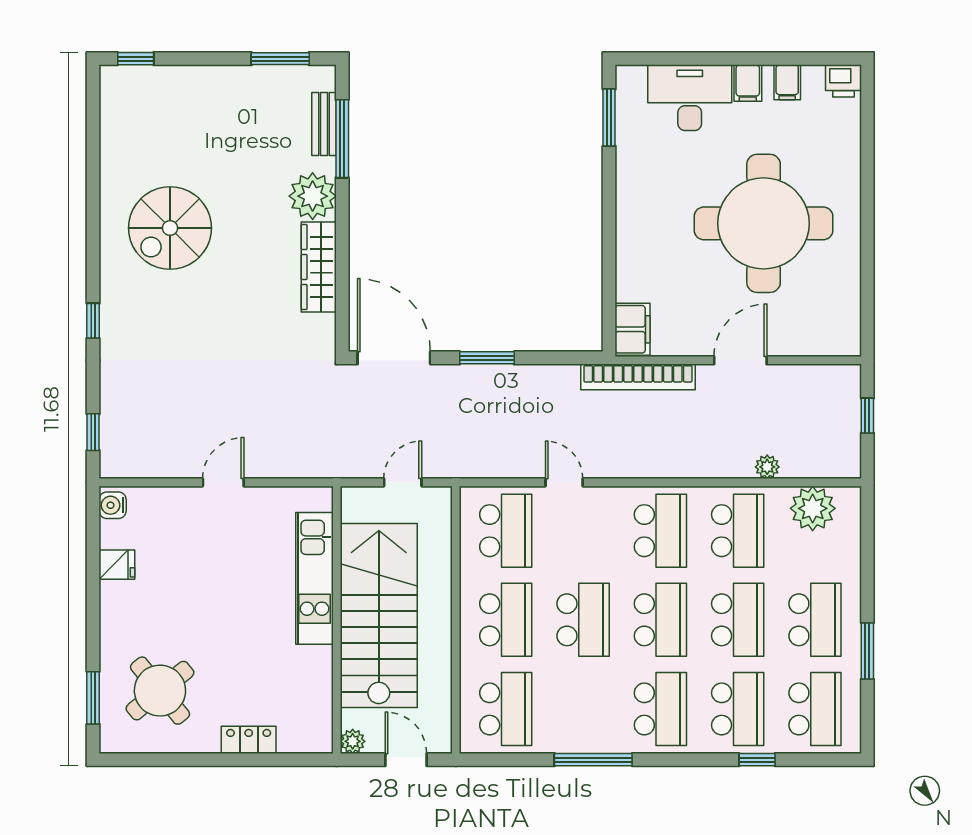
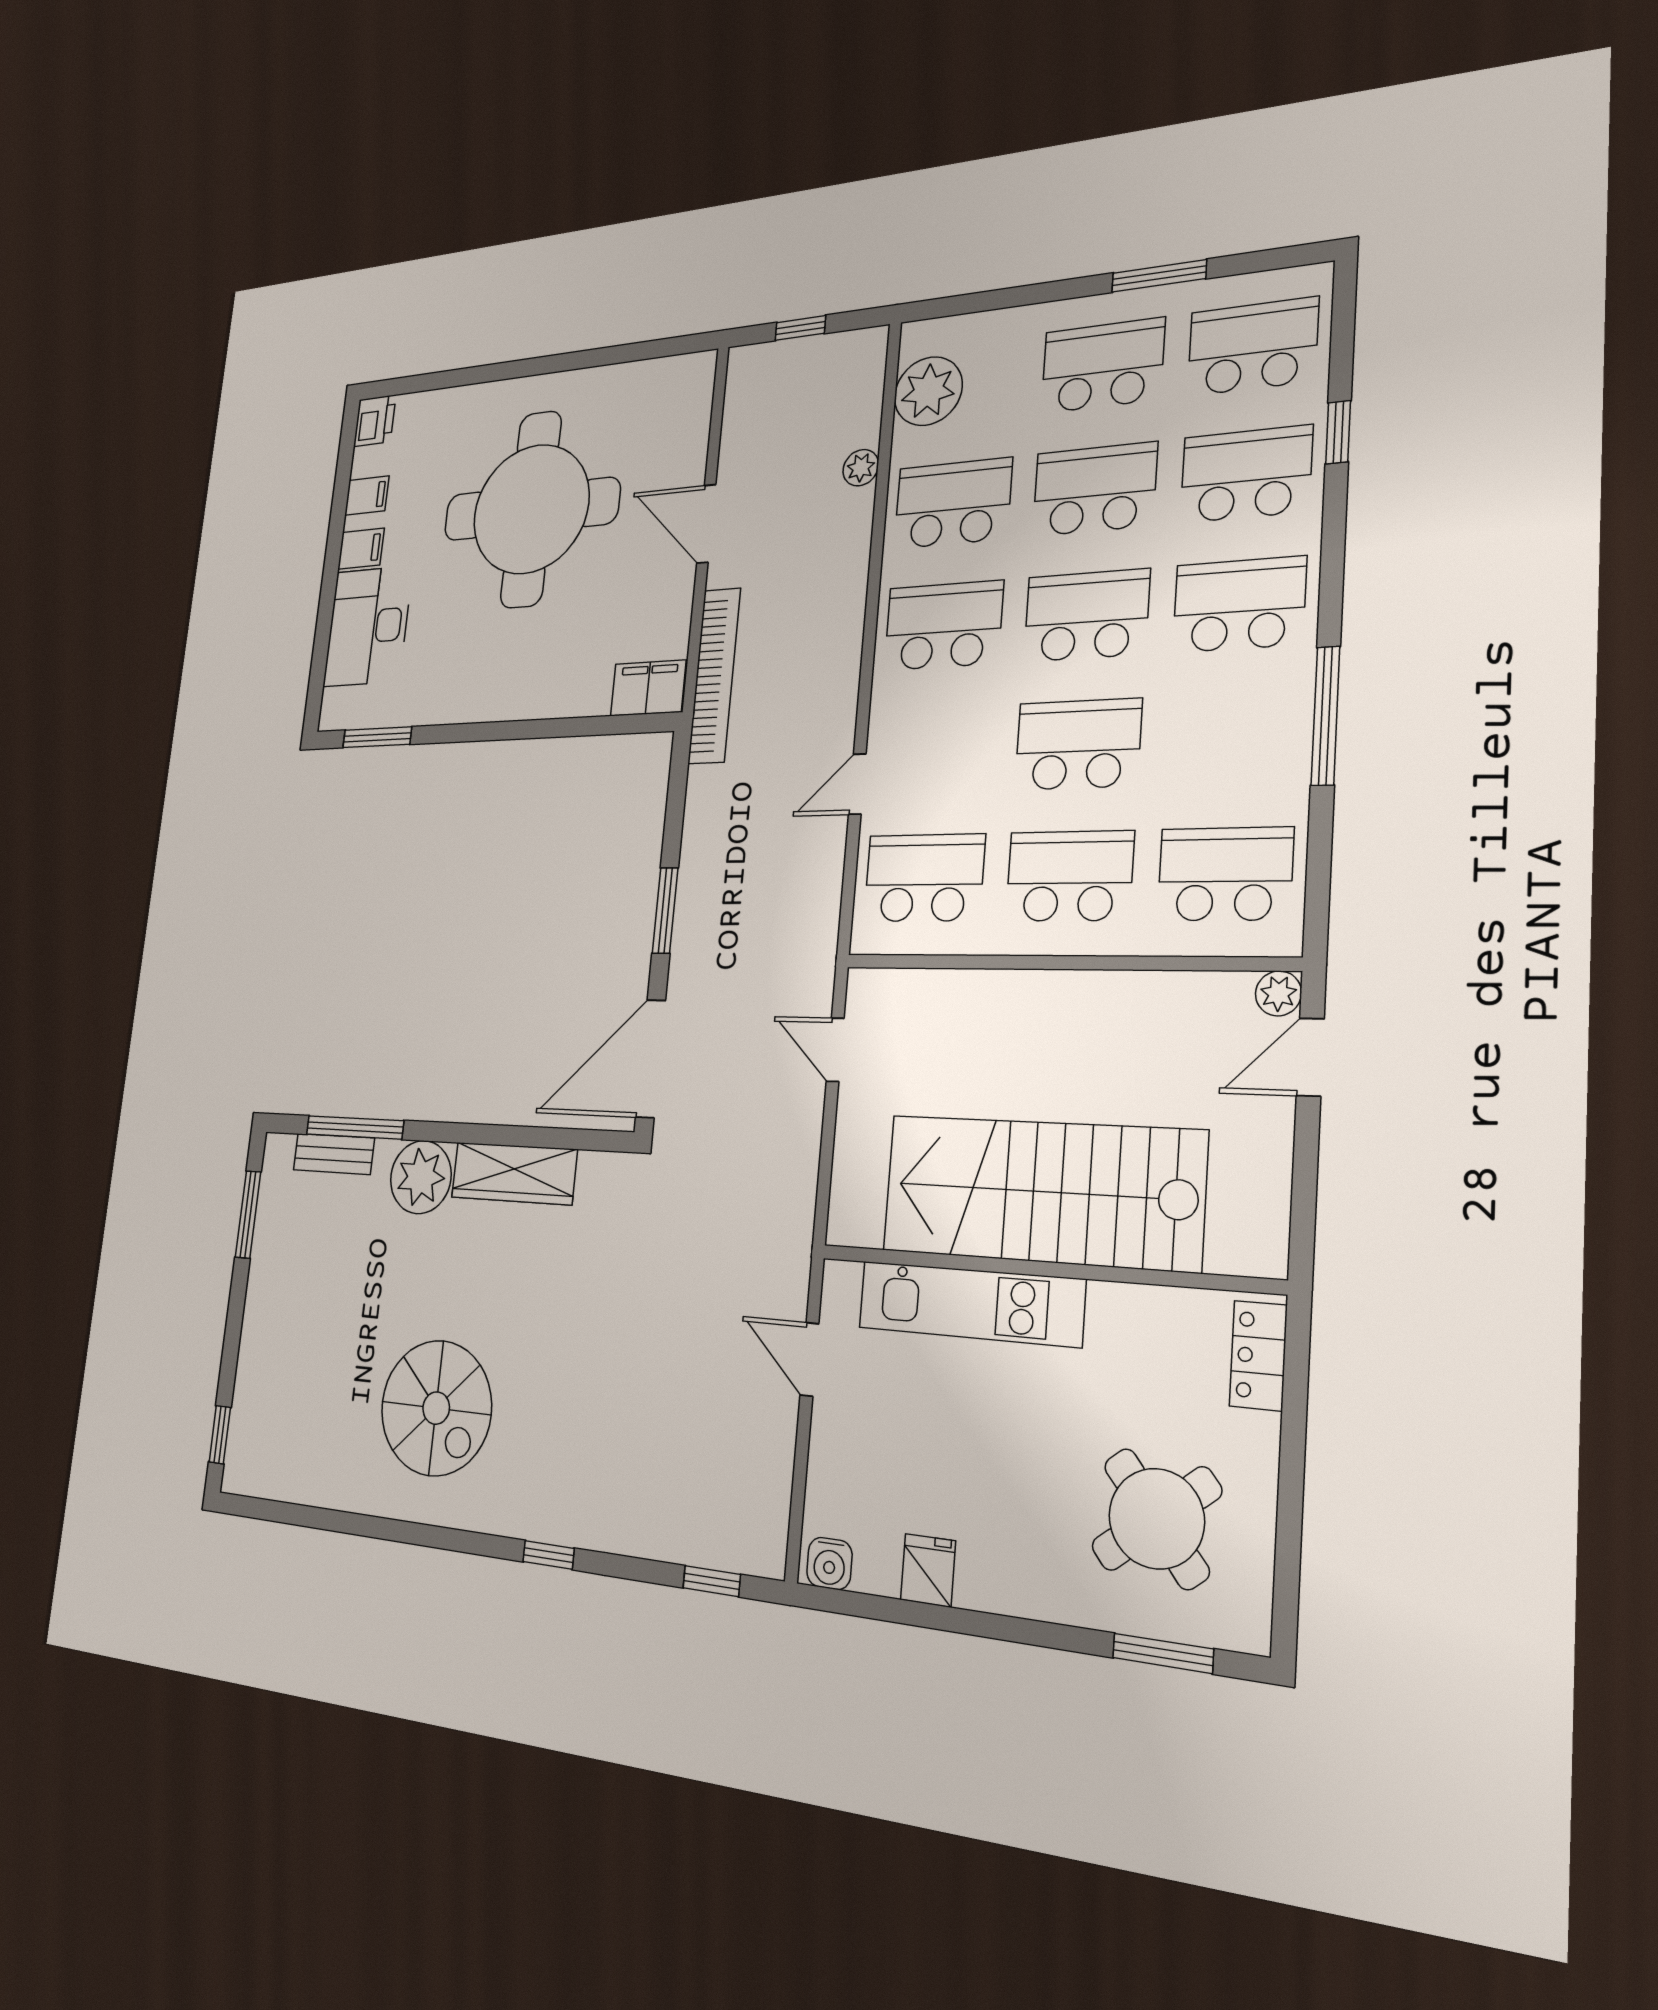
kitchen unit: (314, 578) -> (970, 1304), moved
stairs: (379, 615) -> (1041, 1192), moved
wall: (337, 620) -> (1044, 1269), moved
plant: (353, 741) -> (1278, 993), moved

